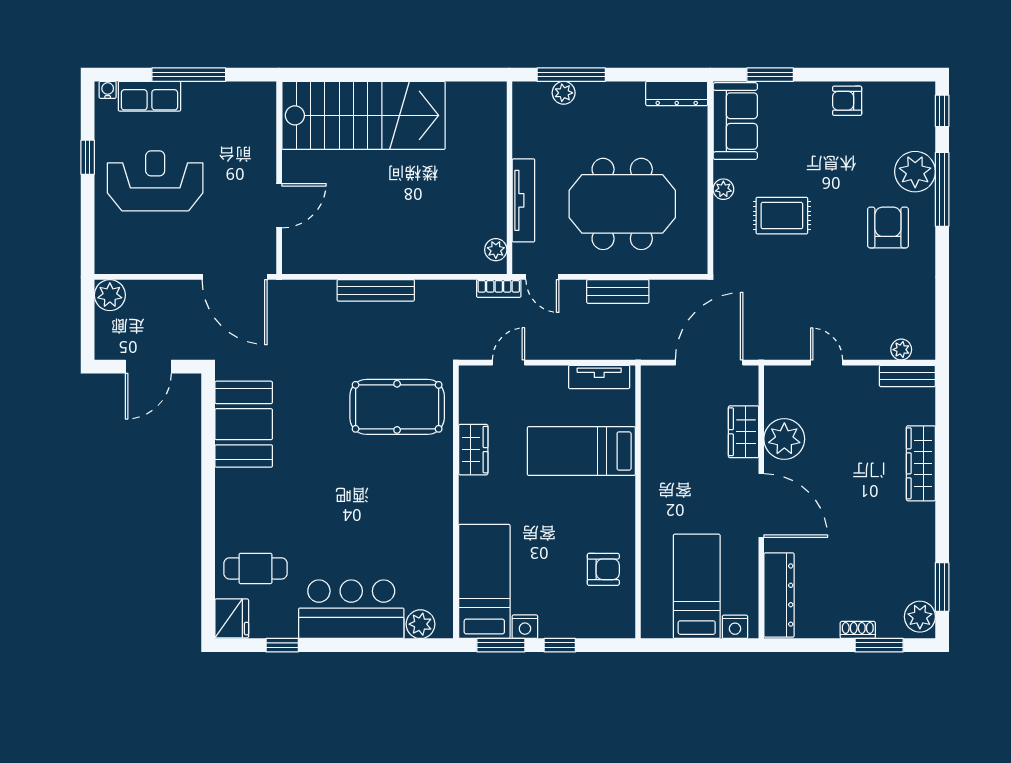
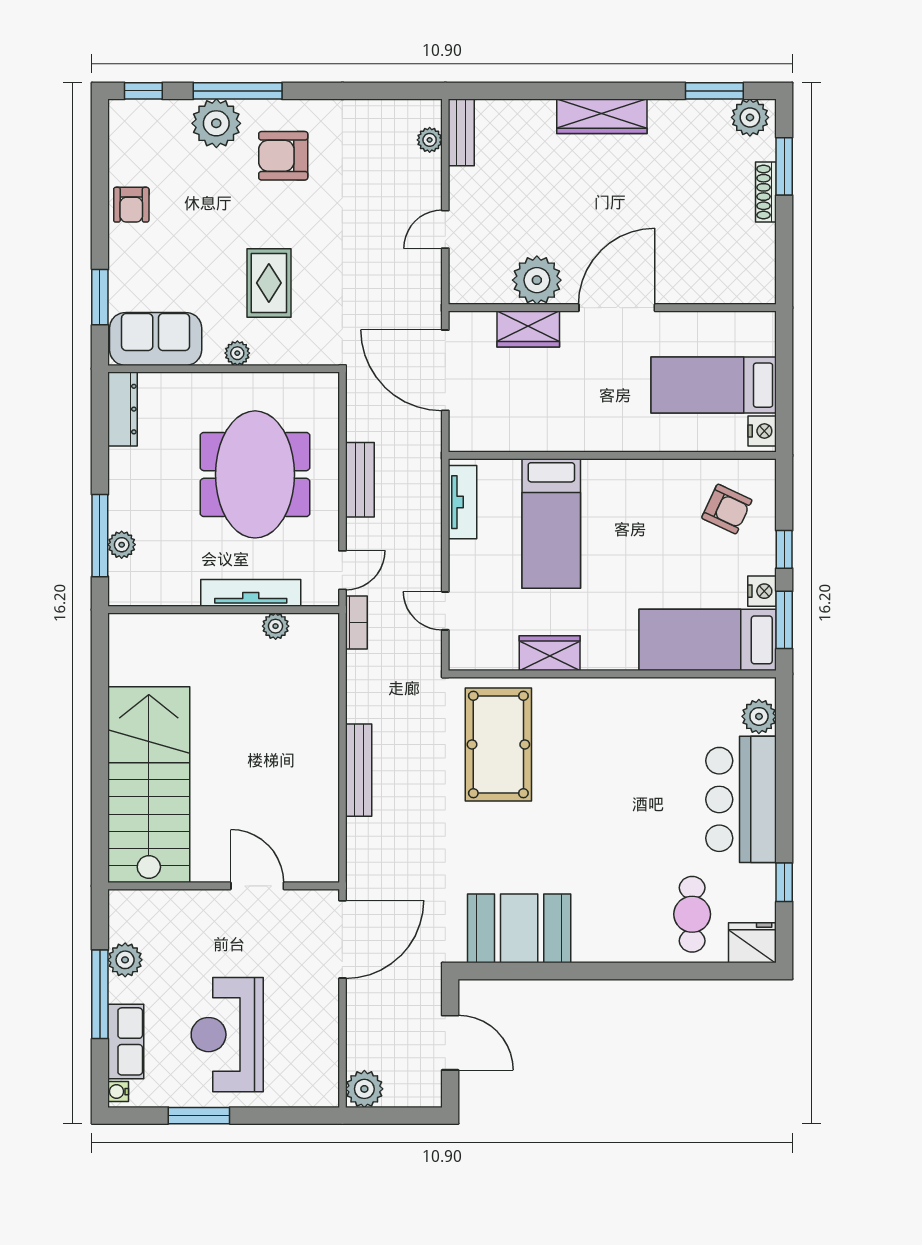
plant: (217, 96) -> (125, 960), added
window: (88, 157) -> (199, 1116), width x1.50
plant: (496, 250) -> (276, 626), moved
wardrobe: (921, 463) -> (602, 116), moved
armchair: (603, 569) -> (727, 509), moved, turned 115
dresser: (779, 595) -> (724, 286), removed
nightstand: (735, 627) -> (762, 431), moved
shoe rack: (858, 630) -> (766, 192), width x1.43

